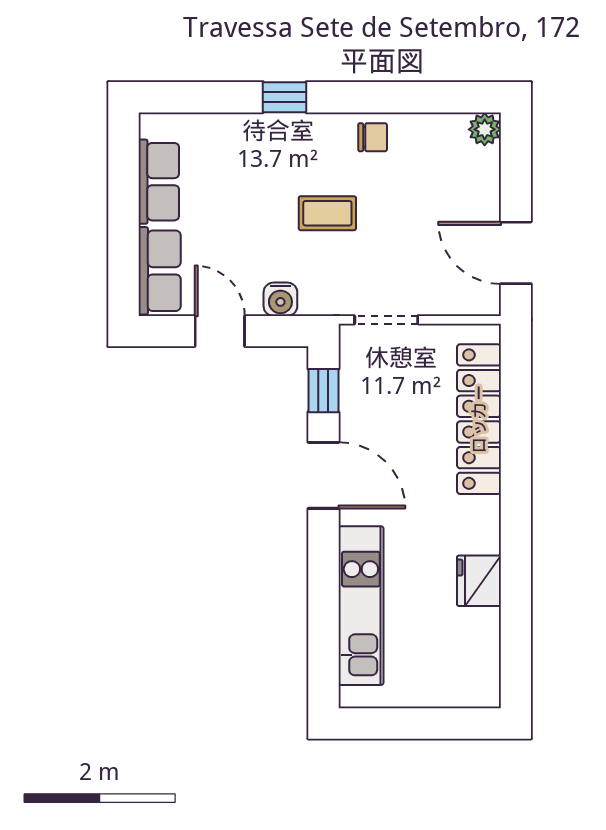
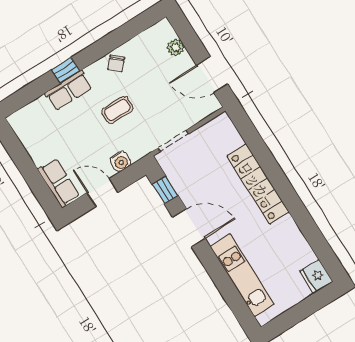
plant: (485, 129) -> (176, 47), moved
chair: (373, 137) -> (116, 63), turned 133
row of seats: (159, 182) -> (69, 90), moved, turned 90
locker: (479, 419) -> (258, 184), moved
fridge: (479, 581) -> (316, 277), moved

